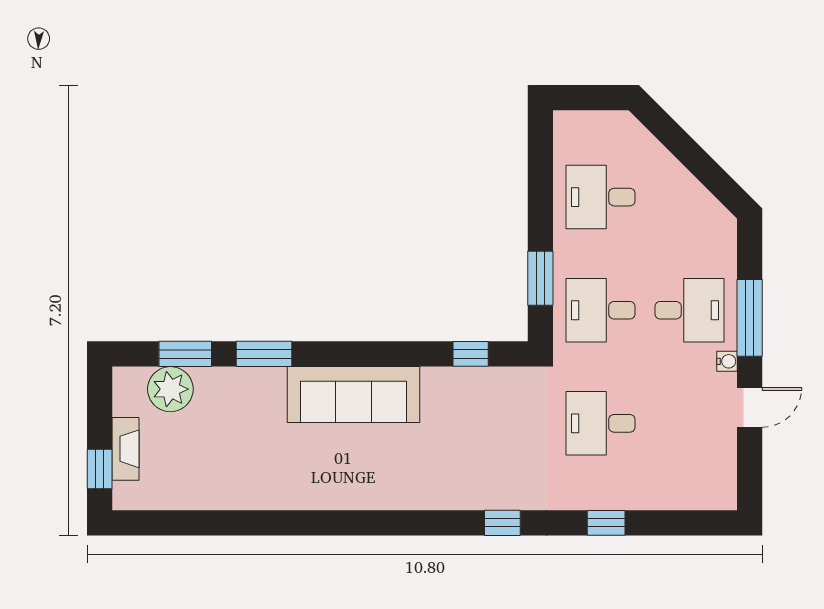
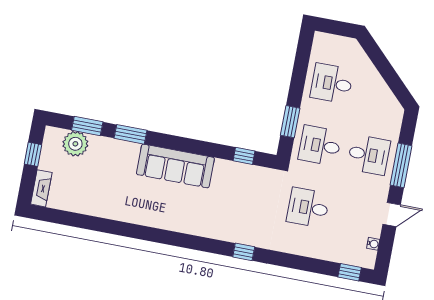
water cooler: (727, 361) -> (373, 244), moved
fireplace: (125, 449) -> (41, 188), moved
window: (100, 469) -> (33, 154), moved
window: (606, 523) -> (350, 272), moved

